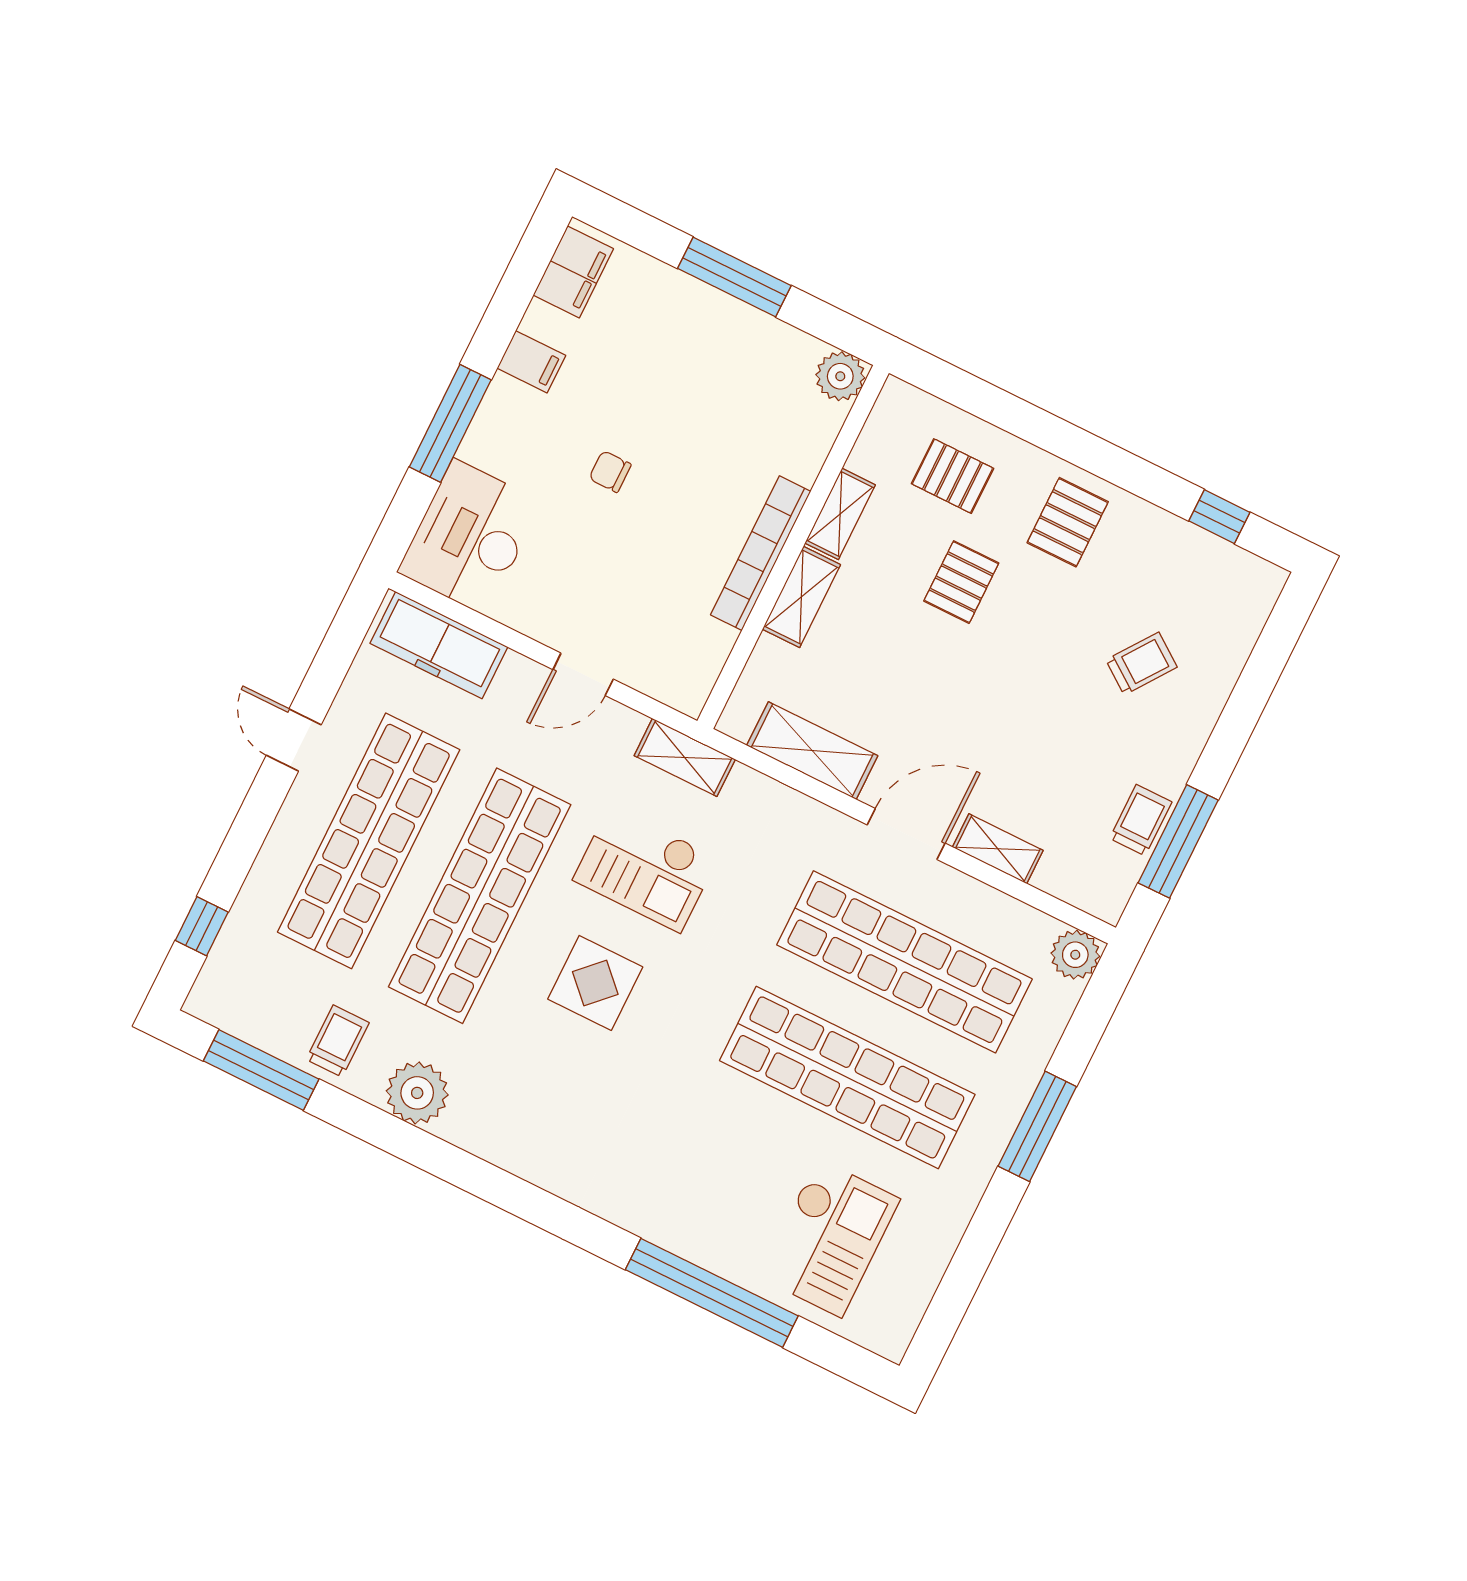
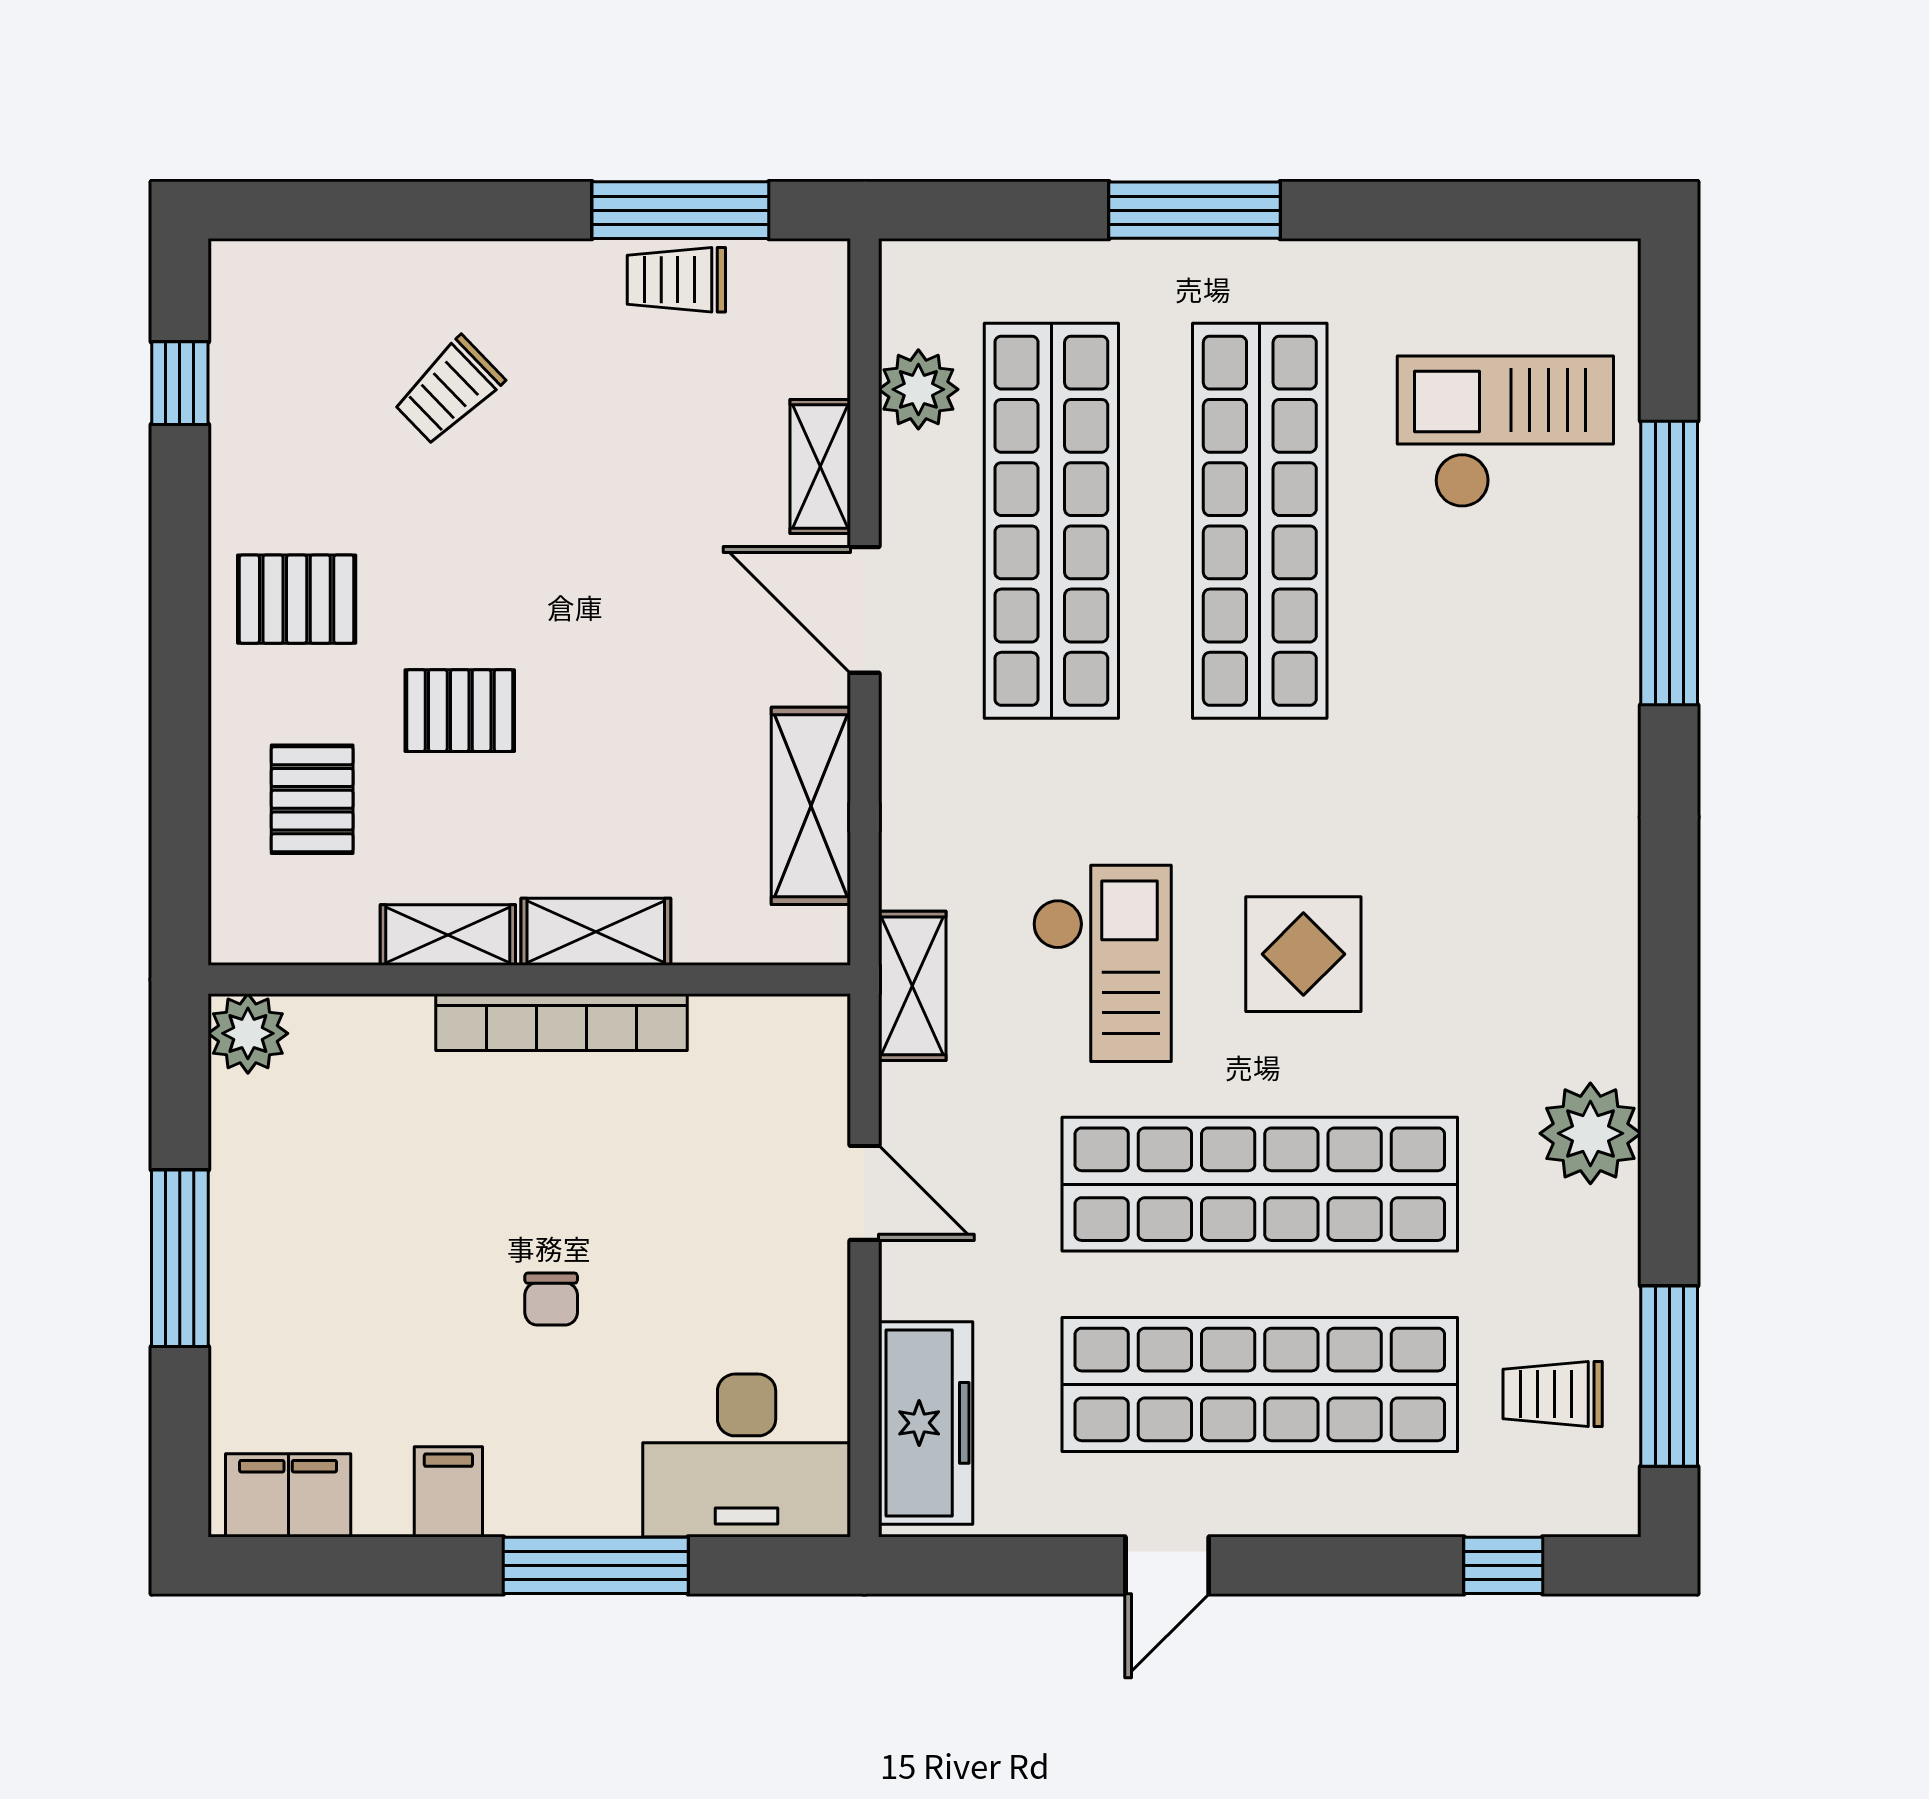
trolley: (1141, 664) -> (449, 391), turned -80
plant: (1075, 955) -> (918, 389), moved
trolley: (338, 1041) -> (1553, 1394), moved

